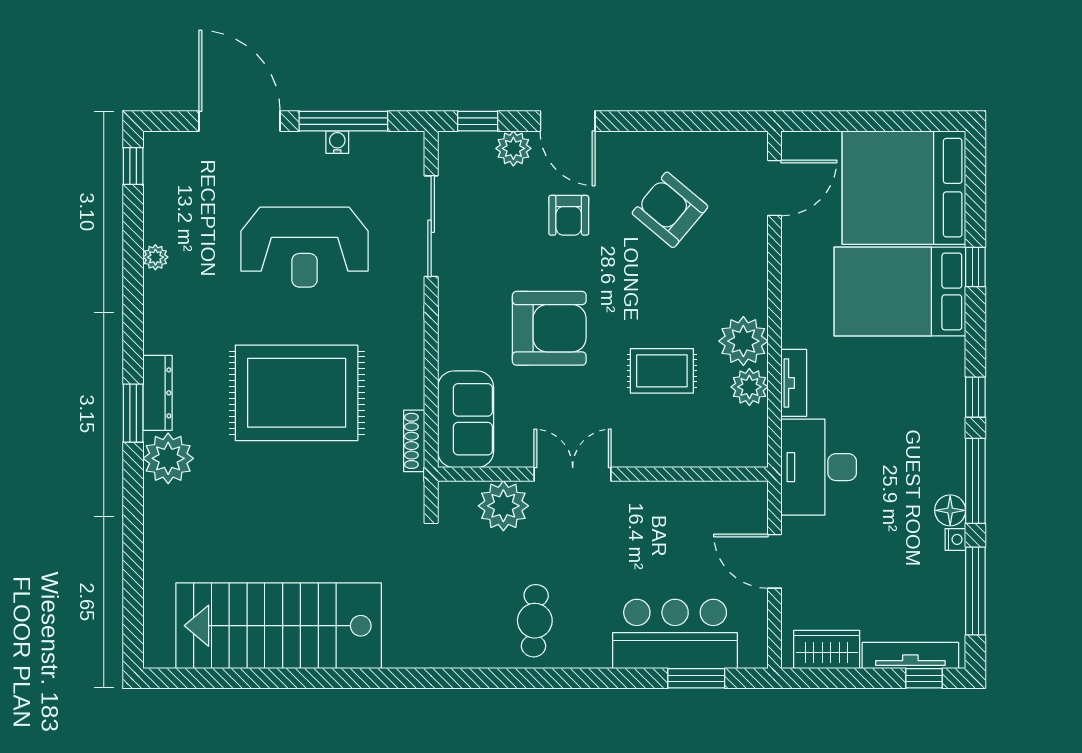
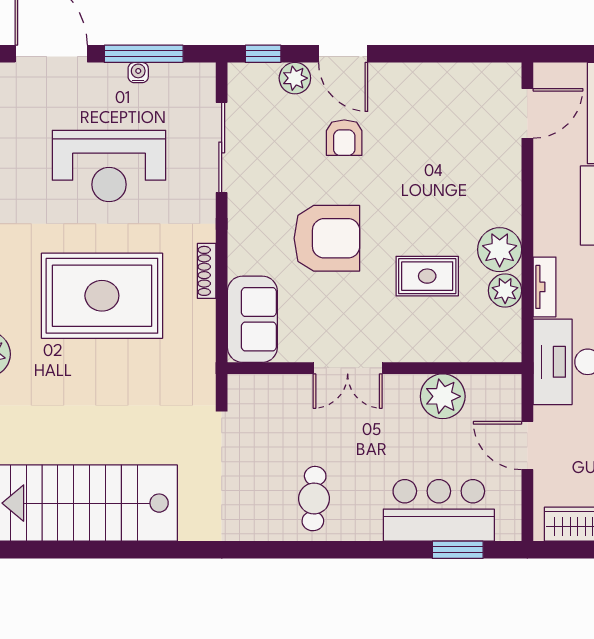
armchair: (670, 210) -> (434, 133), removed
shoe rack: (414, 441) -> (207, 271), moved
double door: (573, 474) -> (348, 368), swing flipped
plant: (503, 506) -> (443, 396), moved

